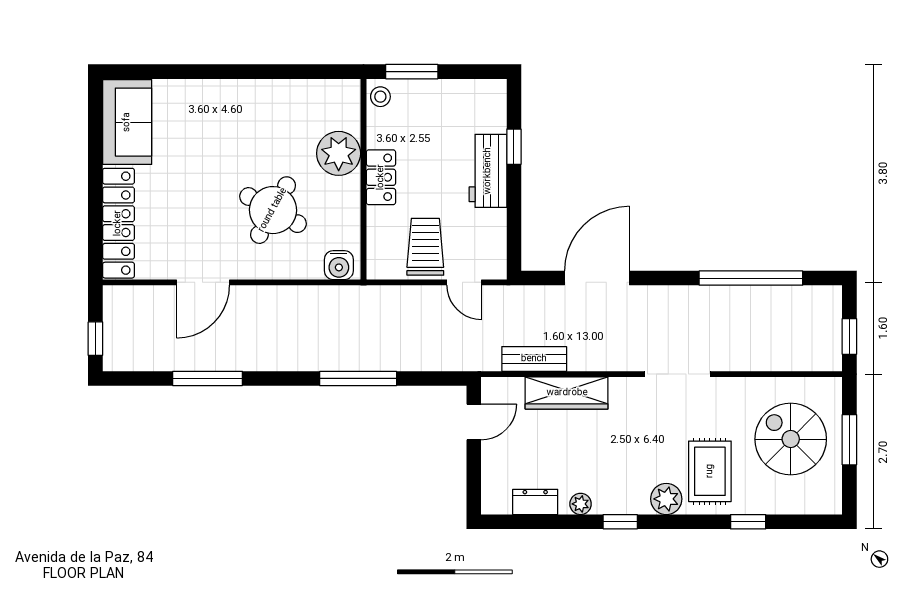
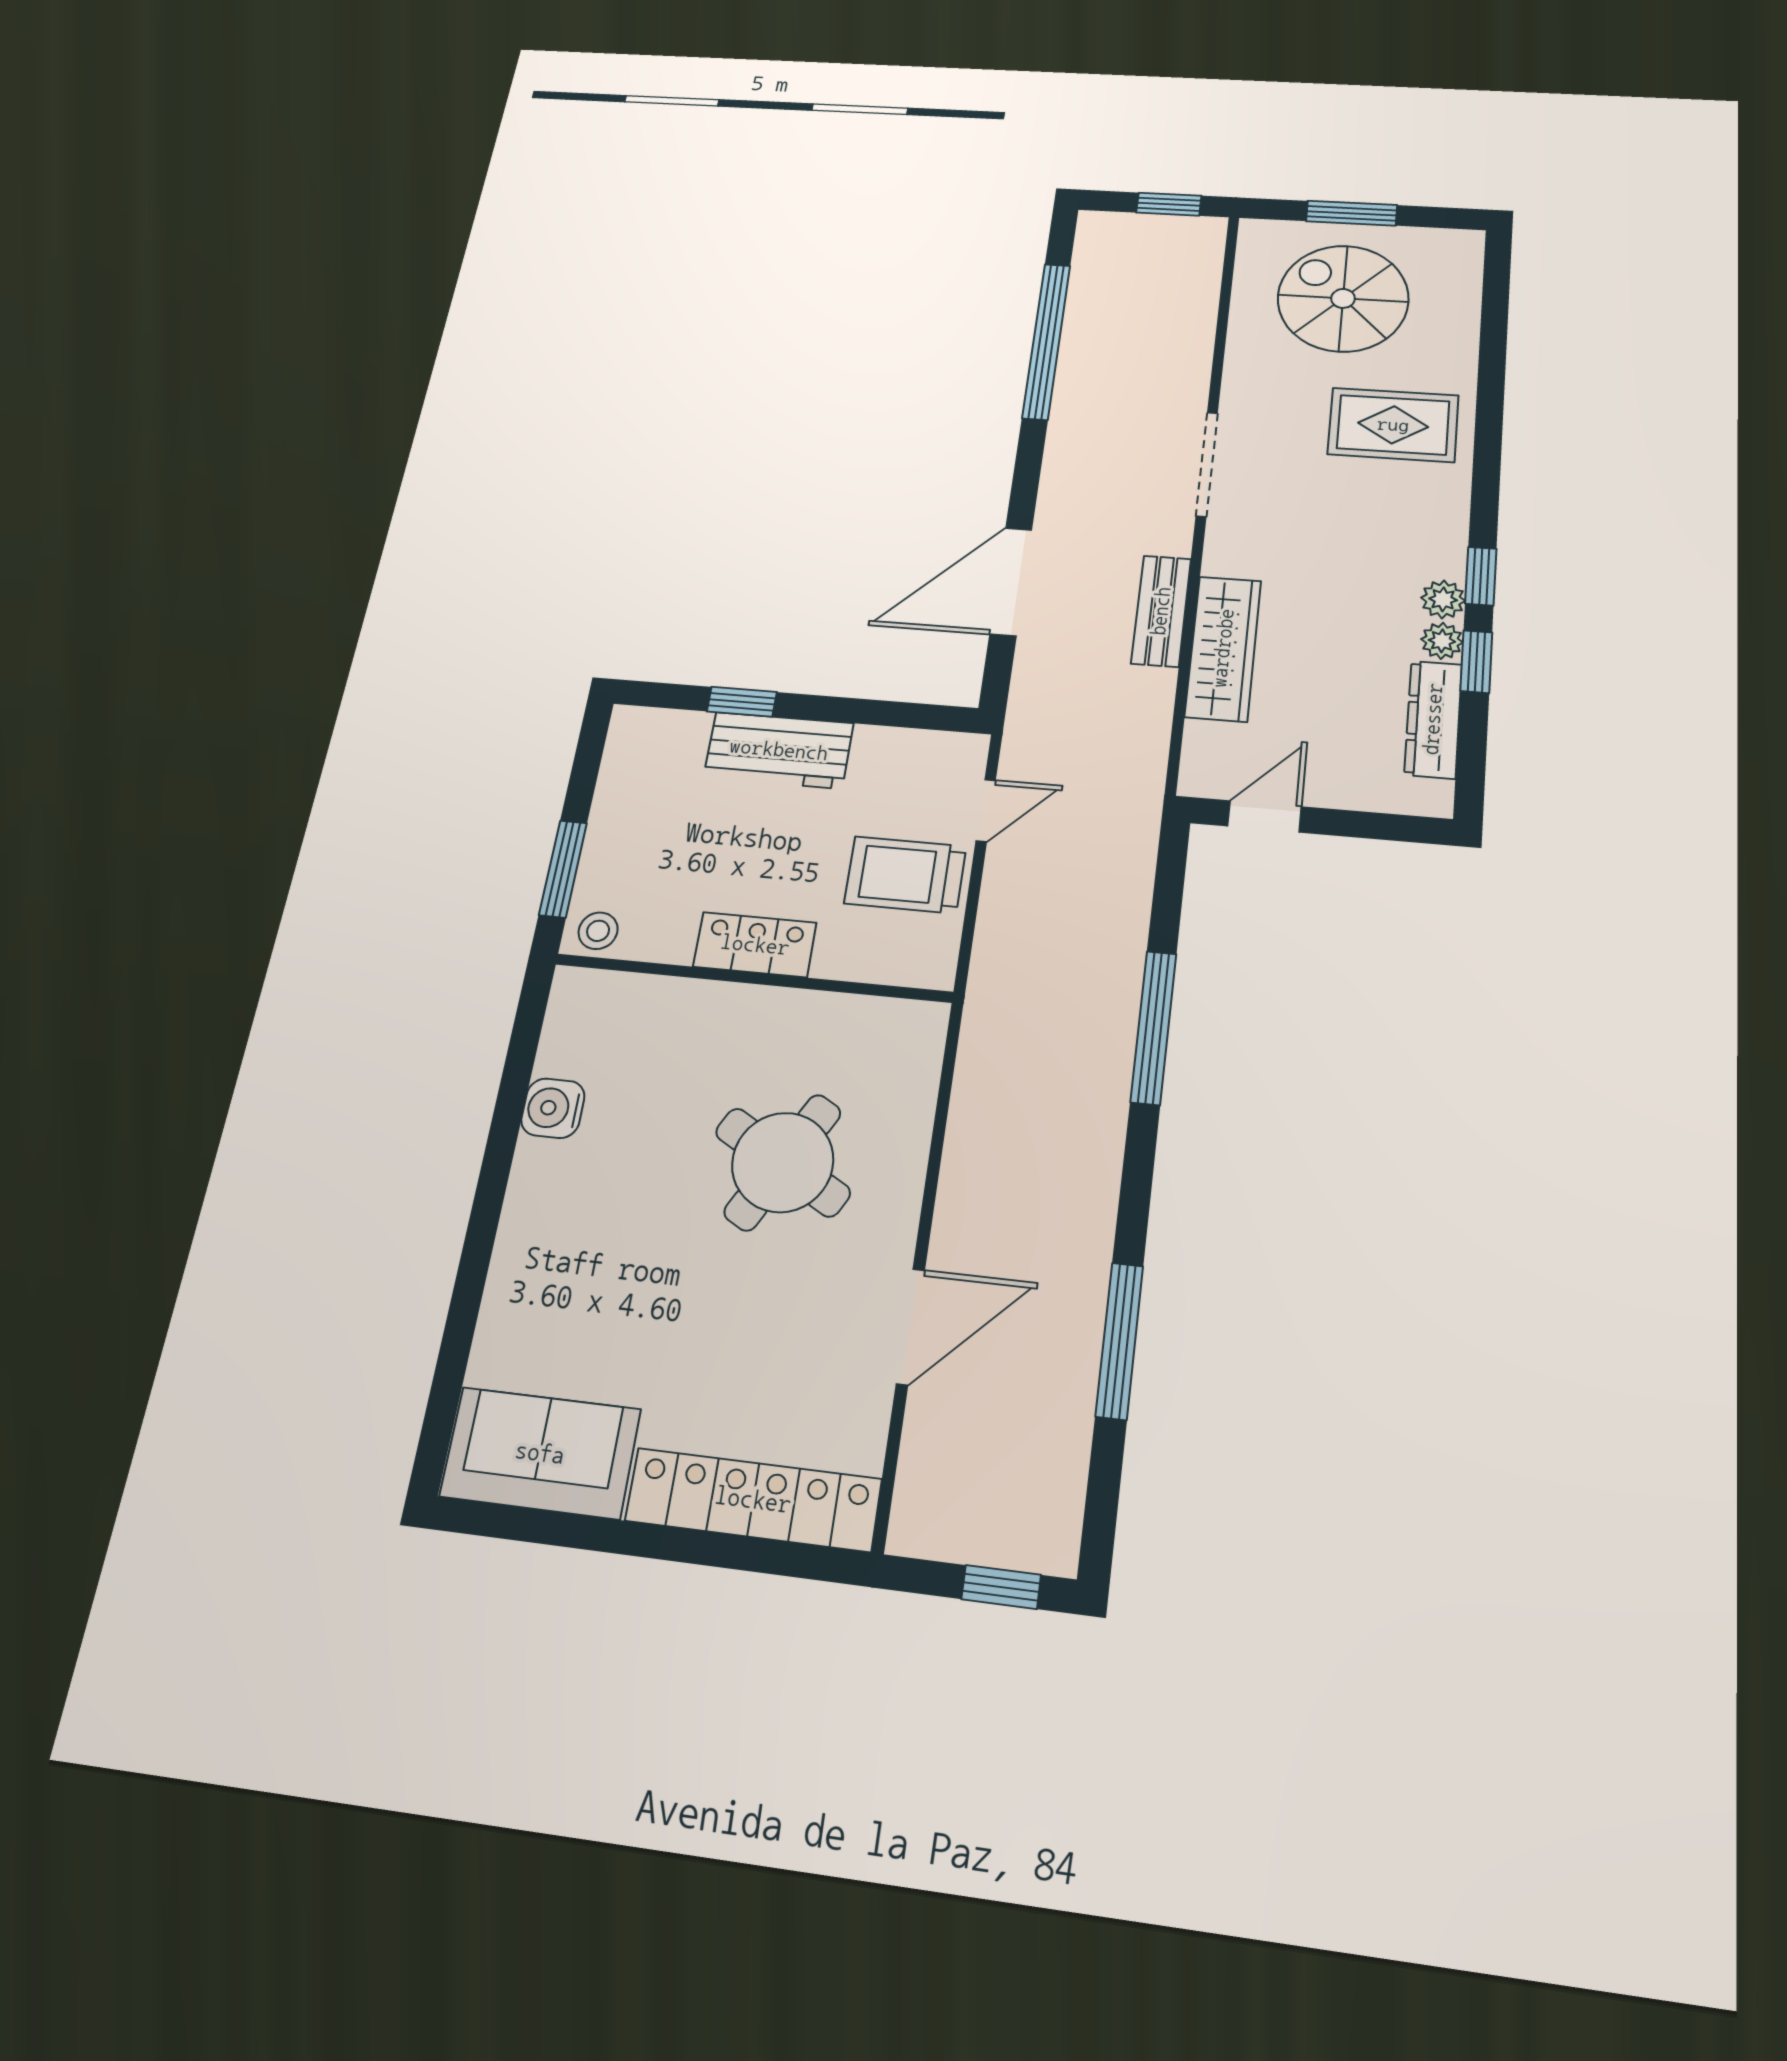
plant: (339, 153) -> (693, 1021), removed
water cooler: (339, 265) -> (553, 1108), moved, turned 180
door: (597, 278) -> (1011, 582), hinge flipped
door: (203, 282) -> (911, 1327), hinge flipped
bench: (534, 359) -> (1161, 611), moved
door: (474, 422) -> (1265, 816), hinge flipped
spiral stairs: (791, 439) -> (1343, 298), turned 90
plant: (666, 499) -> (1443, 599), moved, width x0.73, depth x0.73
dresser: (535, 502) -> (1433, 719), width x1.44
window: (748, 522) -> (1476, 662), moved

